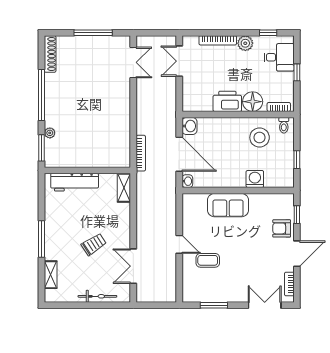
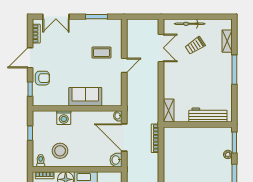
trolley: (94, 244) -> (195, 46), moved
door: (179, 244) -> (124, 65), swing flipped

